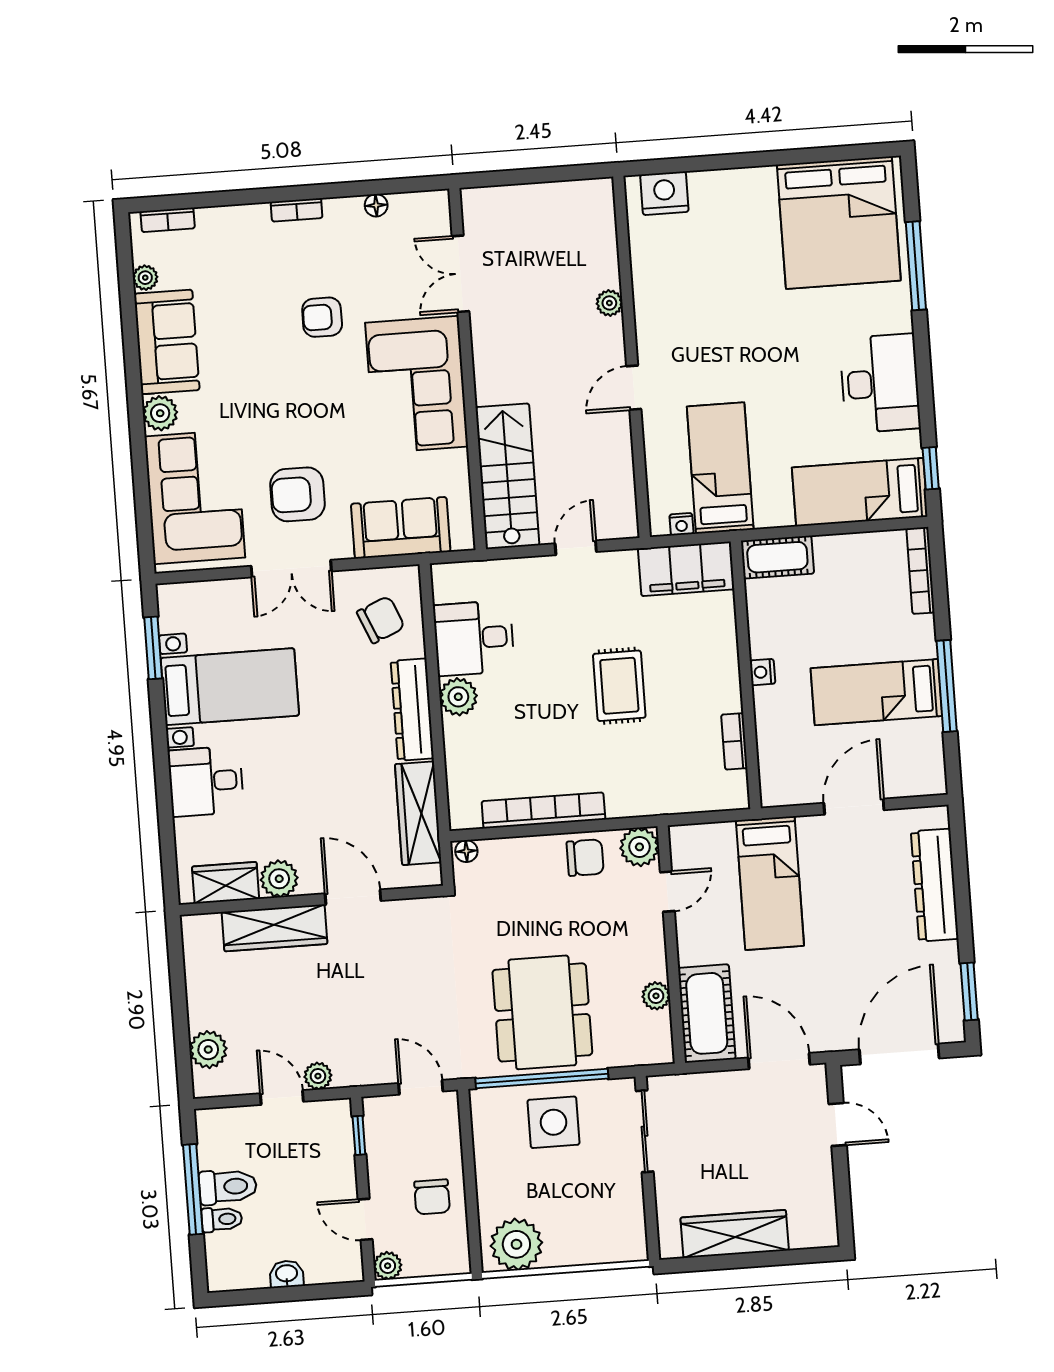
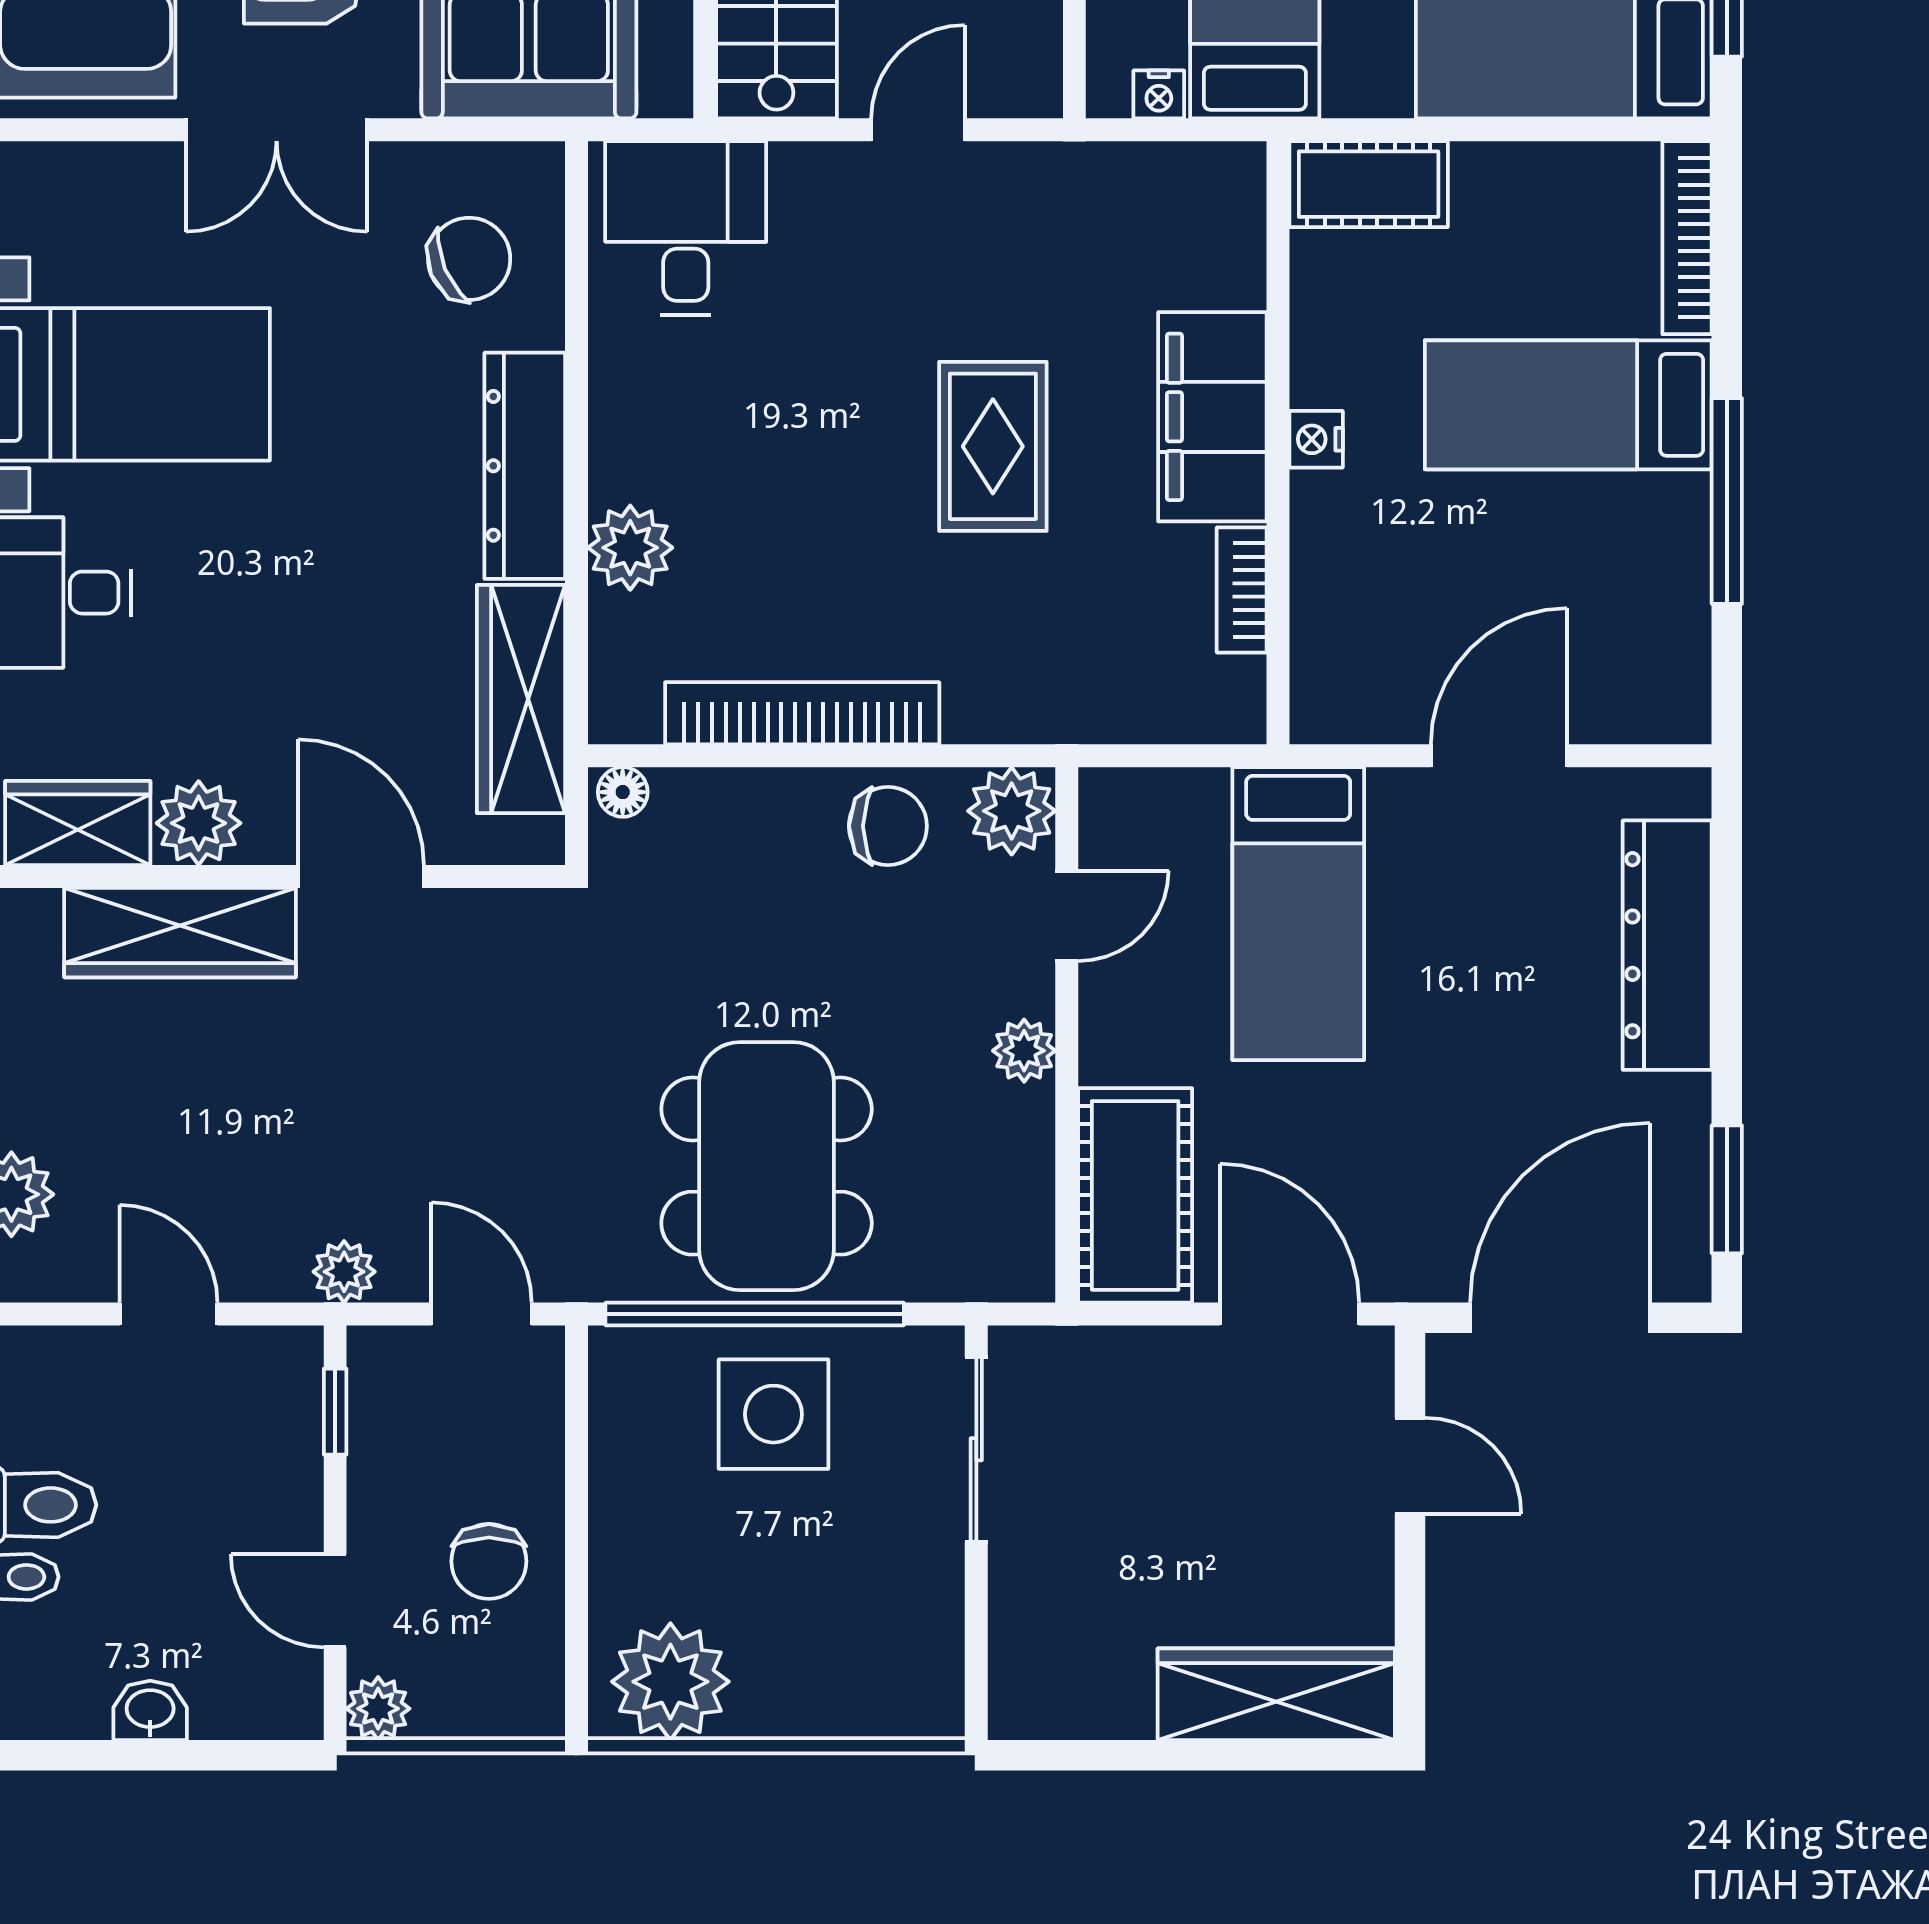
filing cabinet: (686, 569) -> (1212, 417), moved, turned 90
desk: (474, 638) -> (686, 228), moved, turned 90
bed: (876, 692) -> (1568, 405), moved
plant: (458, 697) -> (630, 548), moved
plant: (656, 996) -> (1024, 1051), moved
plant: (318, 1076) -> (344, 1272), moved
wardrobe: (735, 1234) -> (1276, 1694), moved

